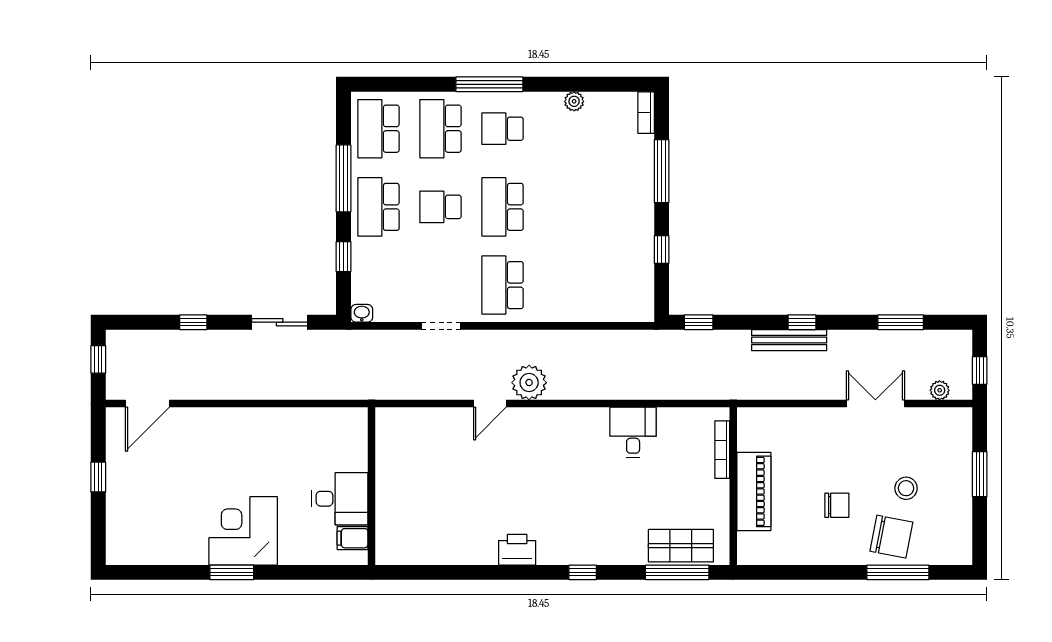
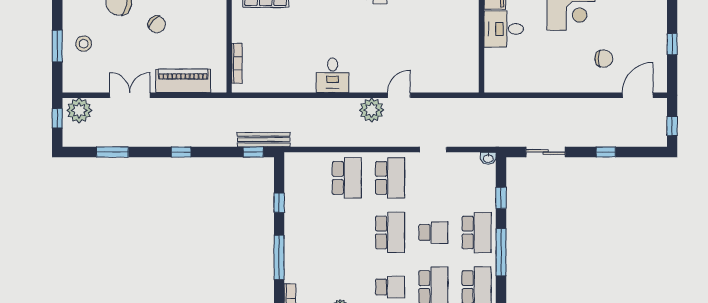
school desk: (565, 285) -> (347, 178), added
bench: (789, 340) -> (264, 140), moved
plant: (940, 390) -> (79, 110), width x1.88, depth x1.88
double door: (875, 404) -> (130, 95), swing flipped
desk: (633, 432) -> (333, 75), moved
chair: (196, 456) -> (604, 59), added
stool: (906, 488) -> (84, 44), moved
piano: (754, 491) -> (183, 81), moved, turned 90
chair: (837, 505) -> (157, 24), turned -136

